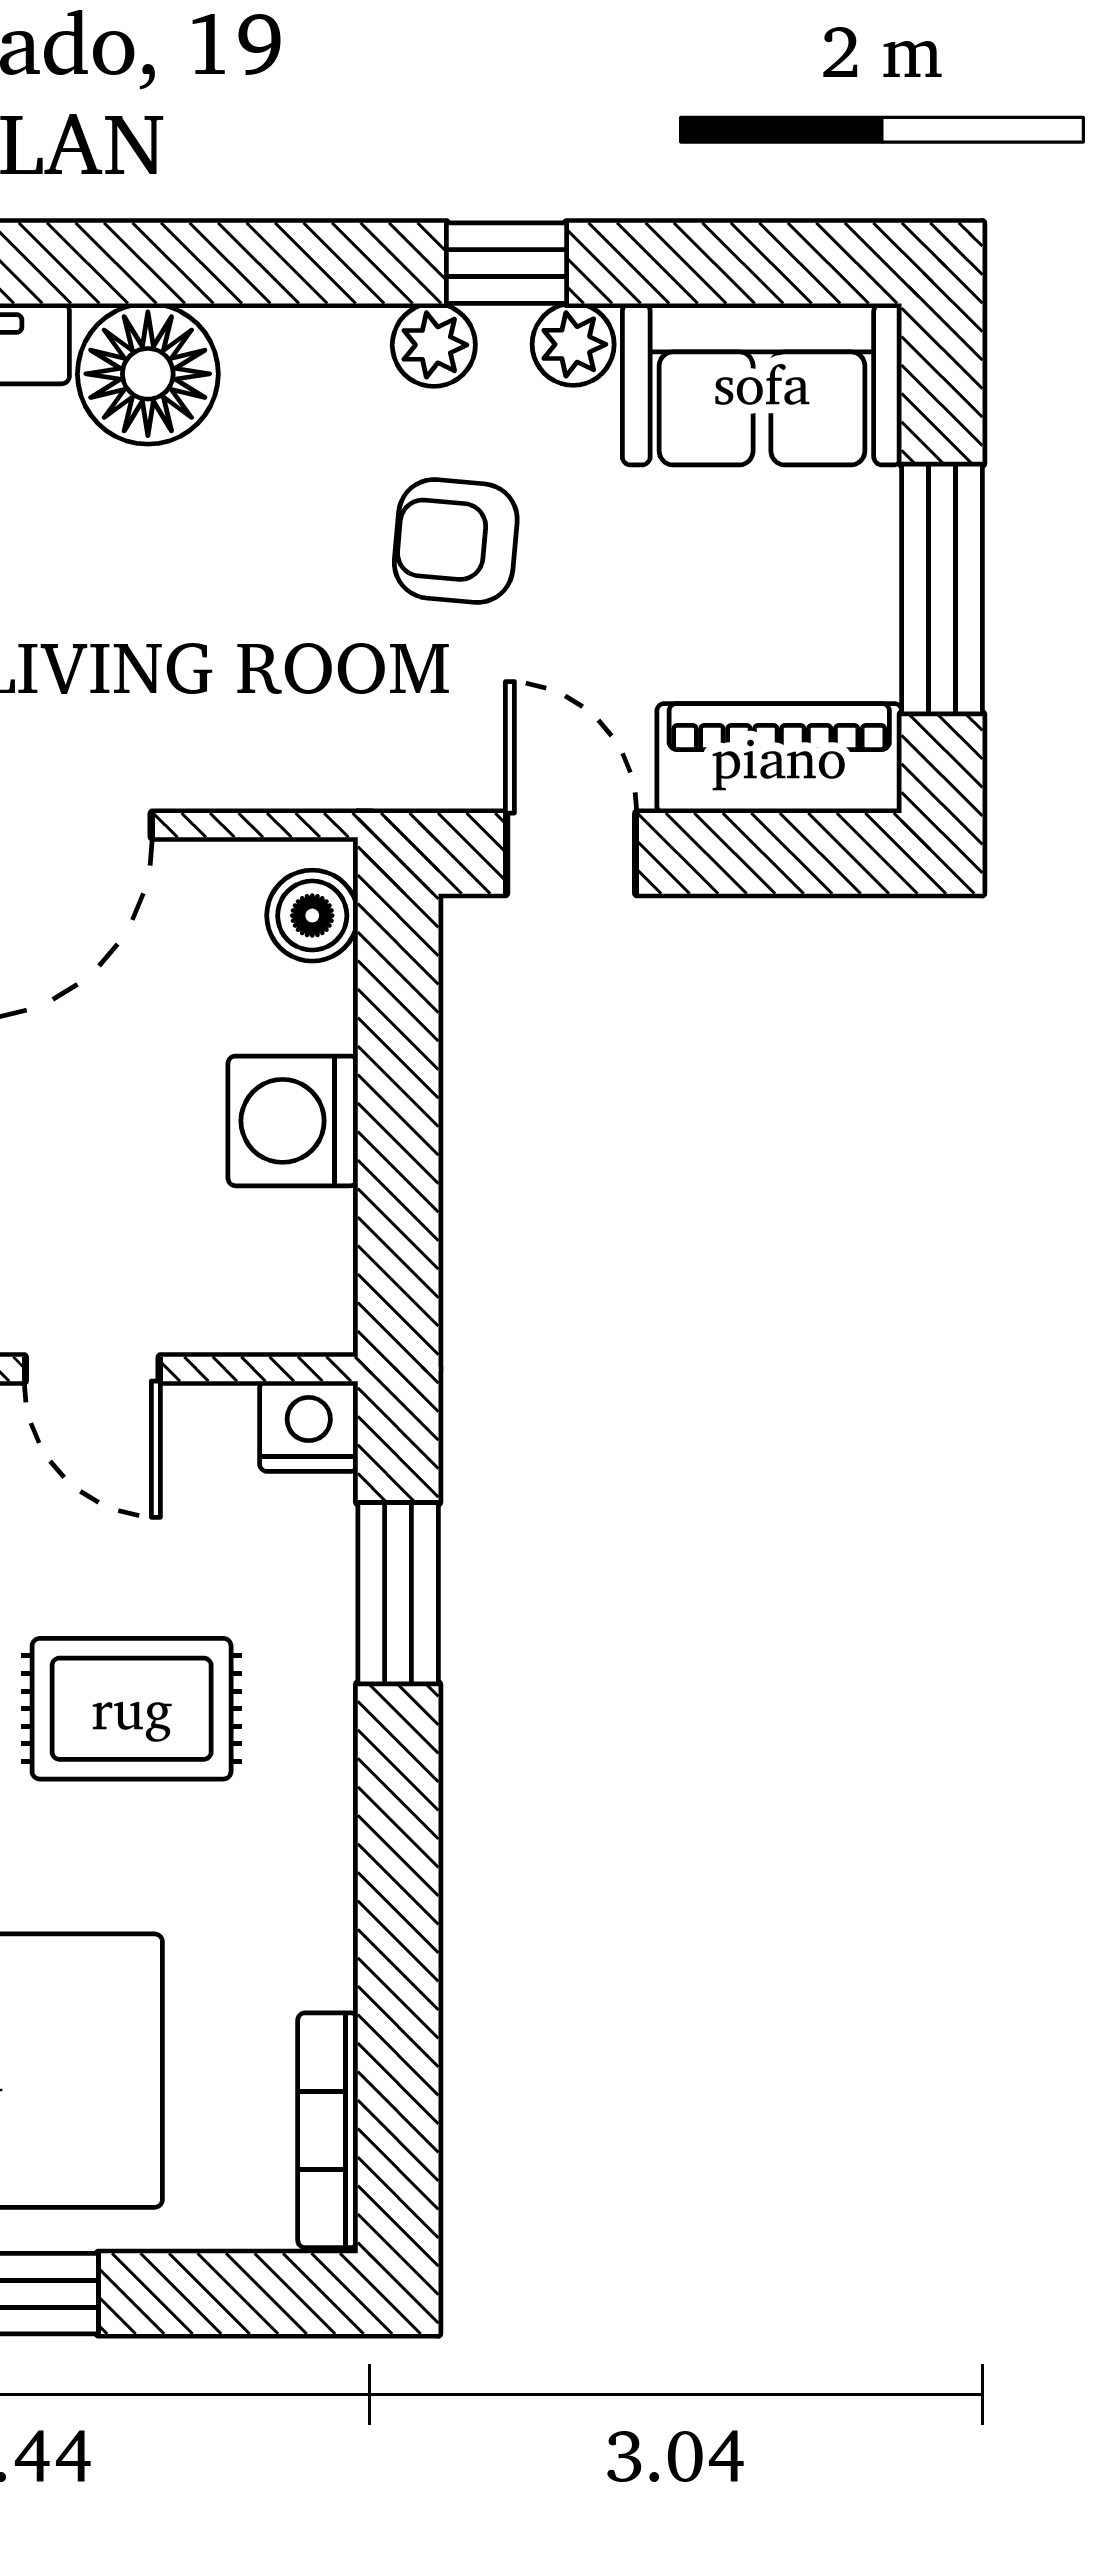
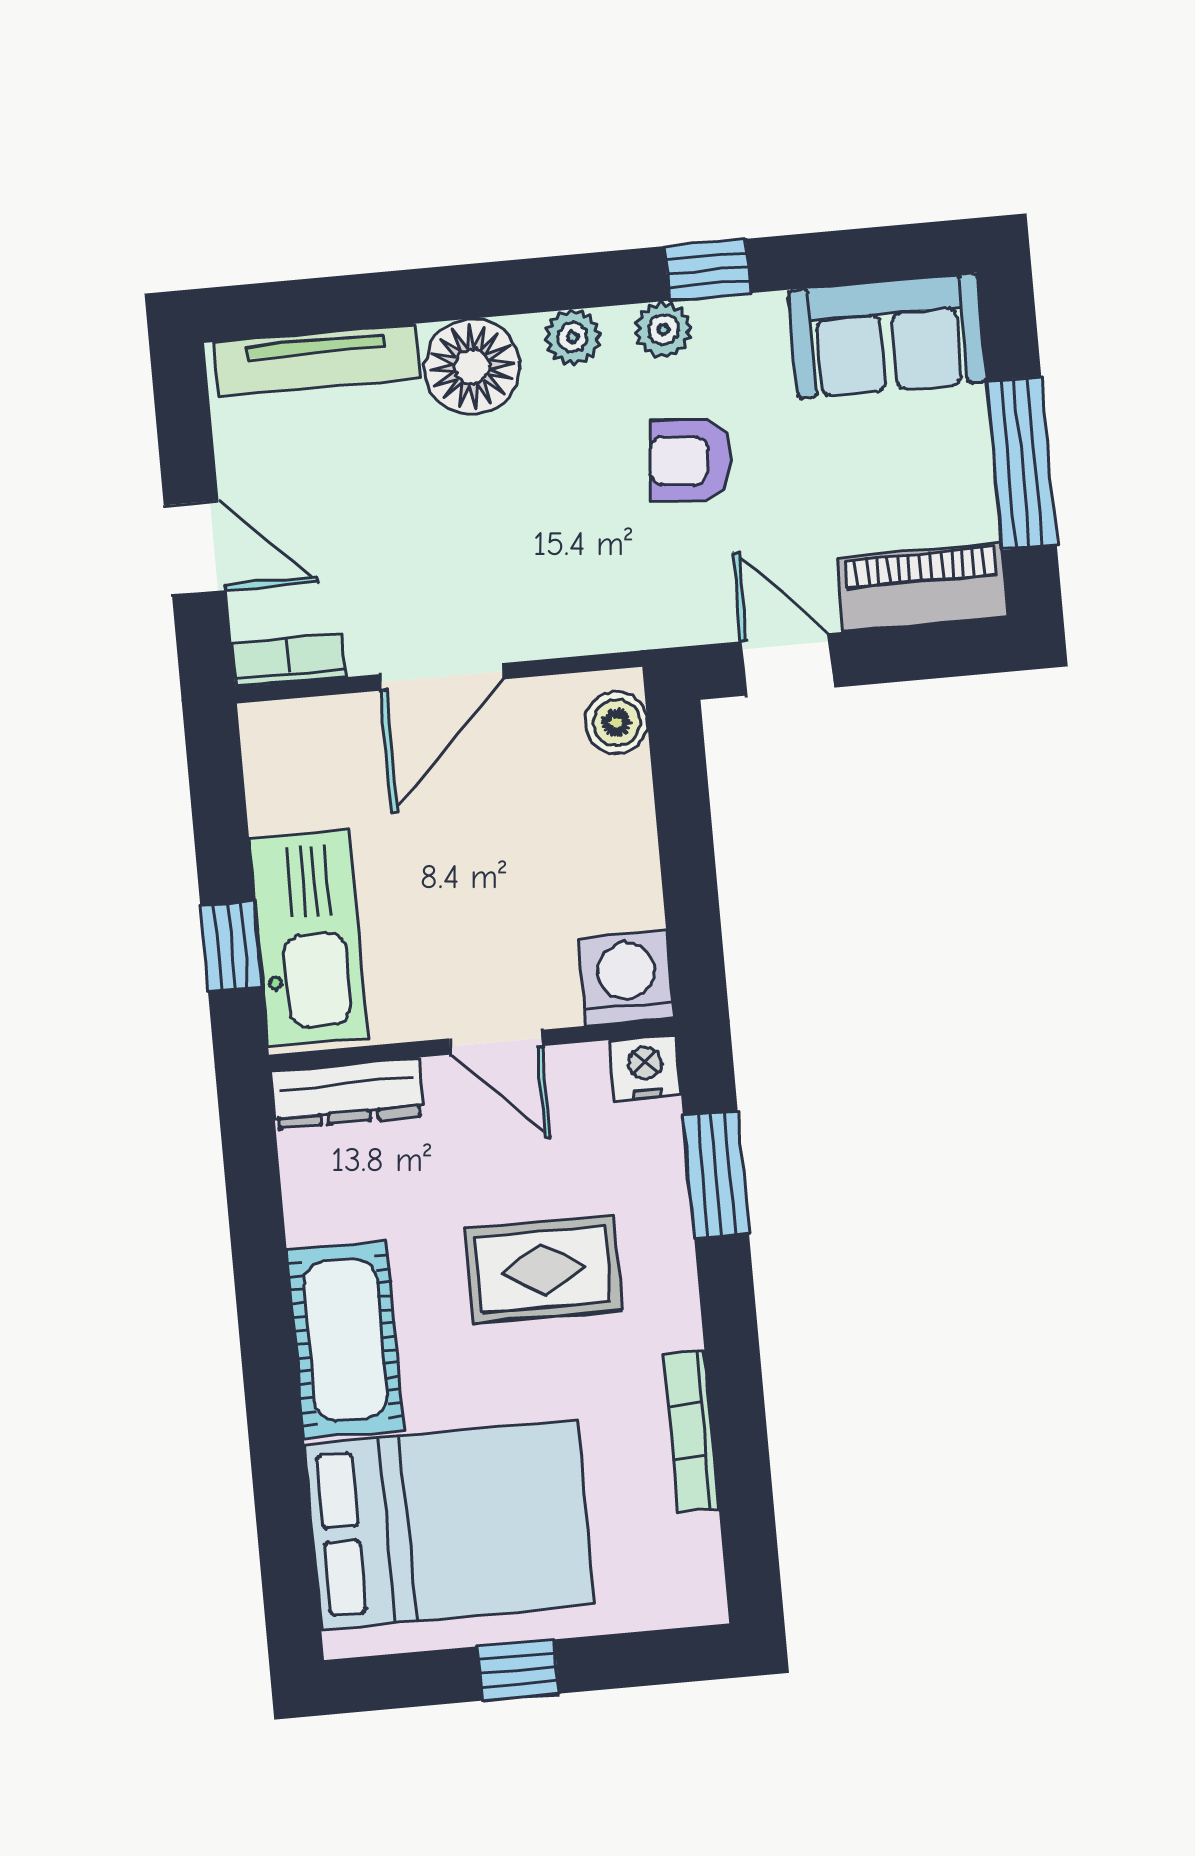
plant: (573, 344) -> (573, 337), moved
washing machine: (293, 1121) -> (626, 978), moved, turned 90
bookcase: (328, 2130) -> (691, 1431), moved

